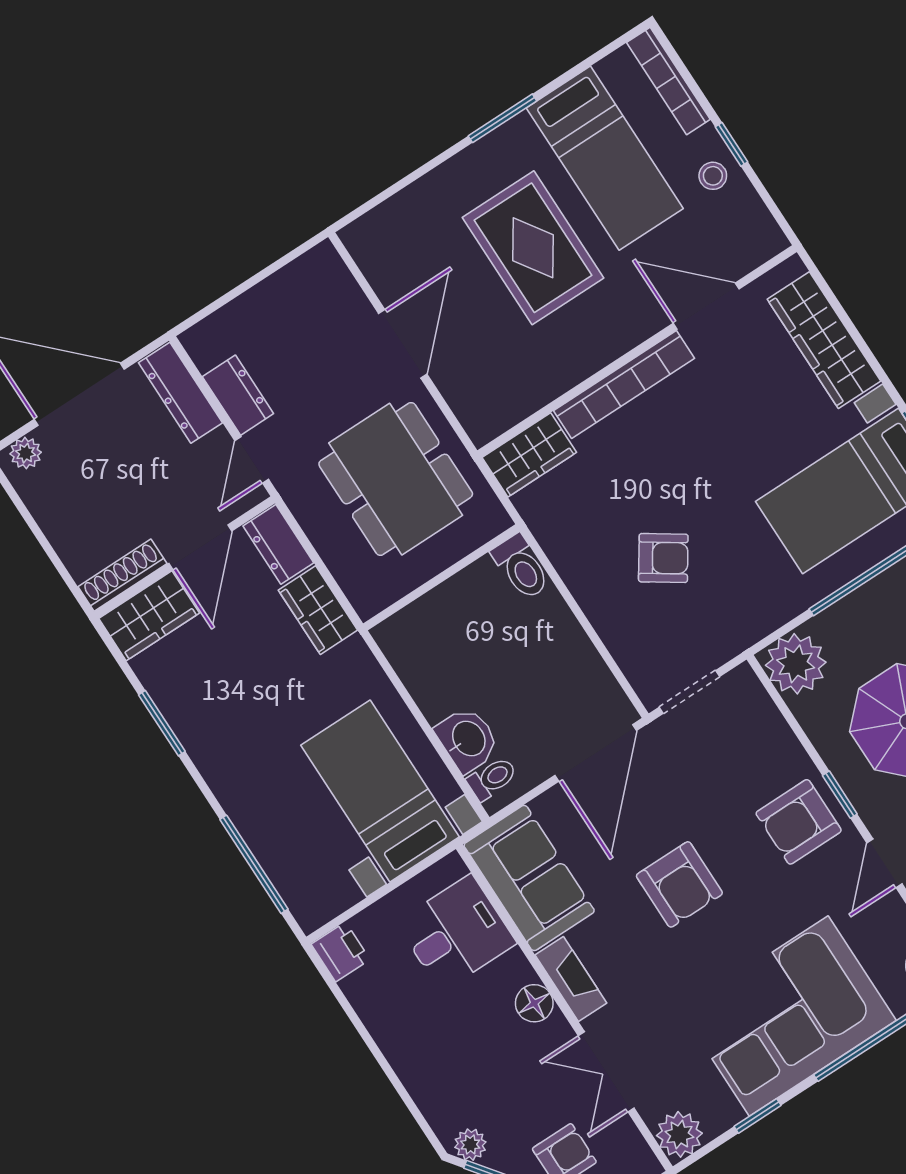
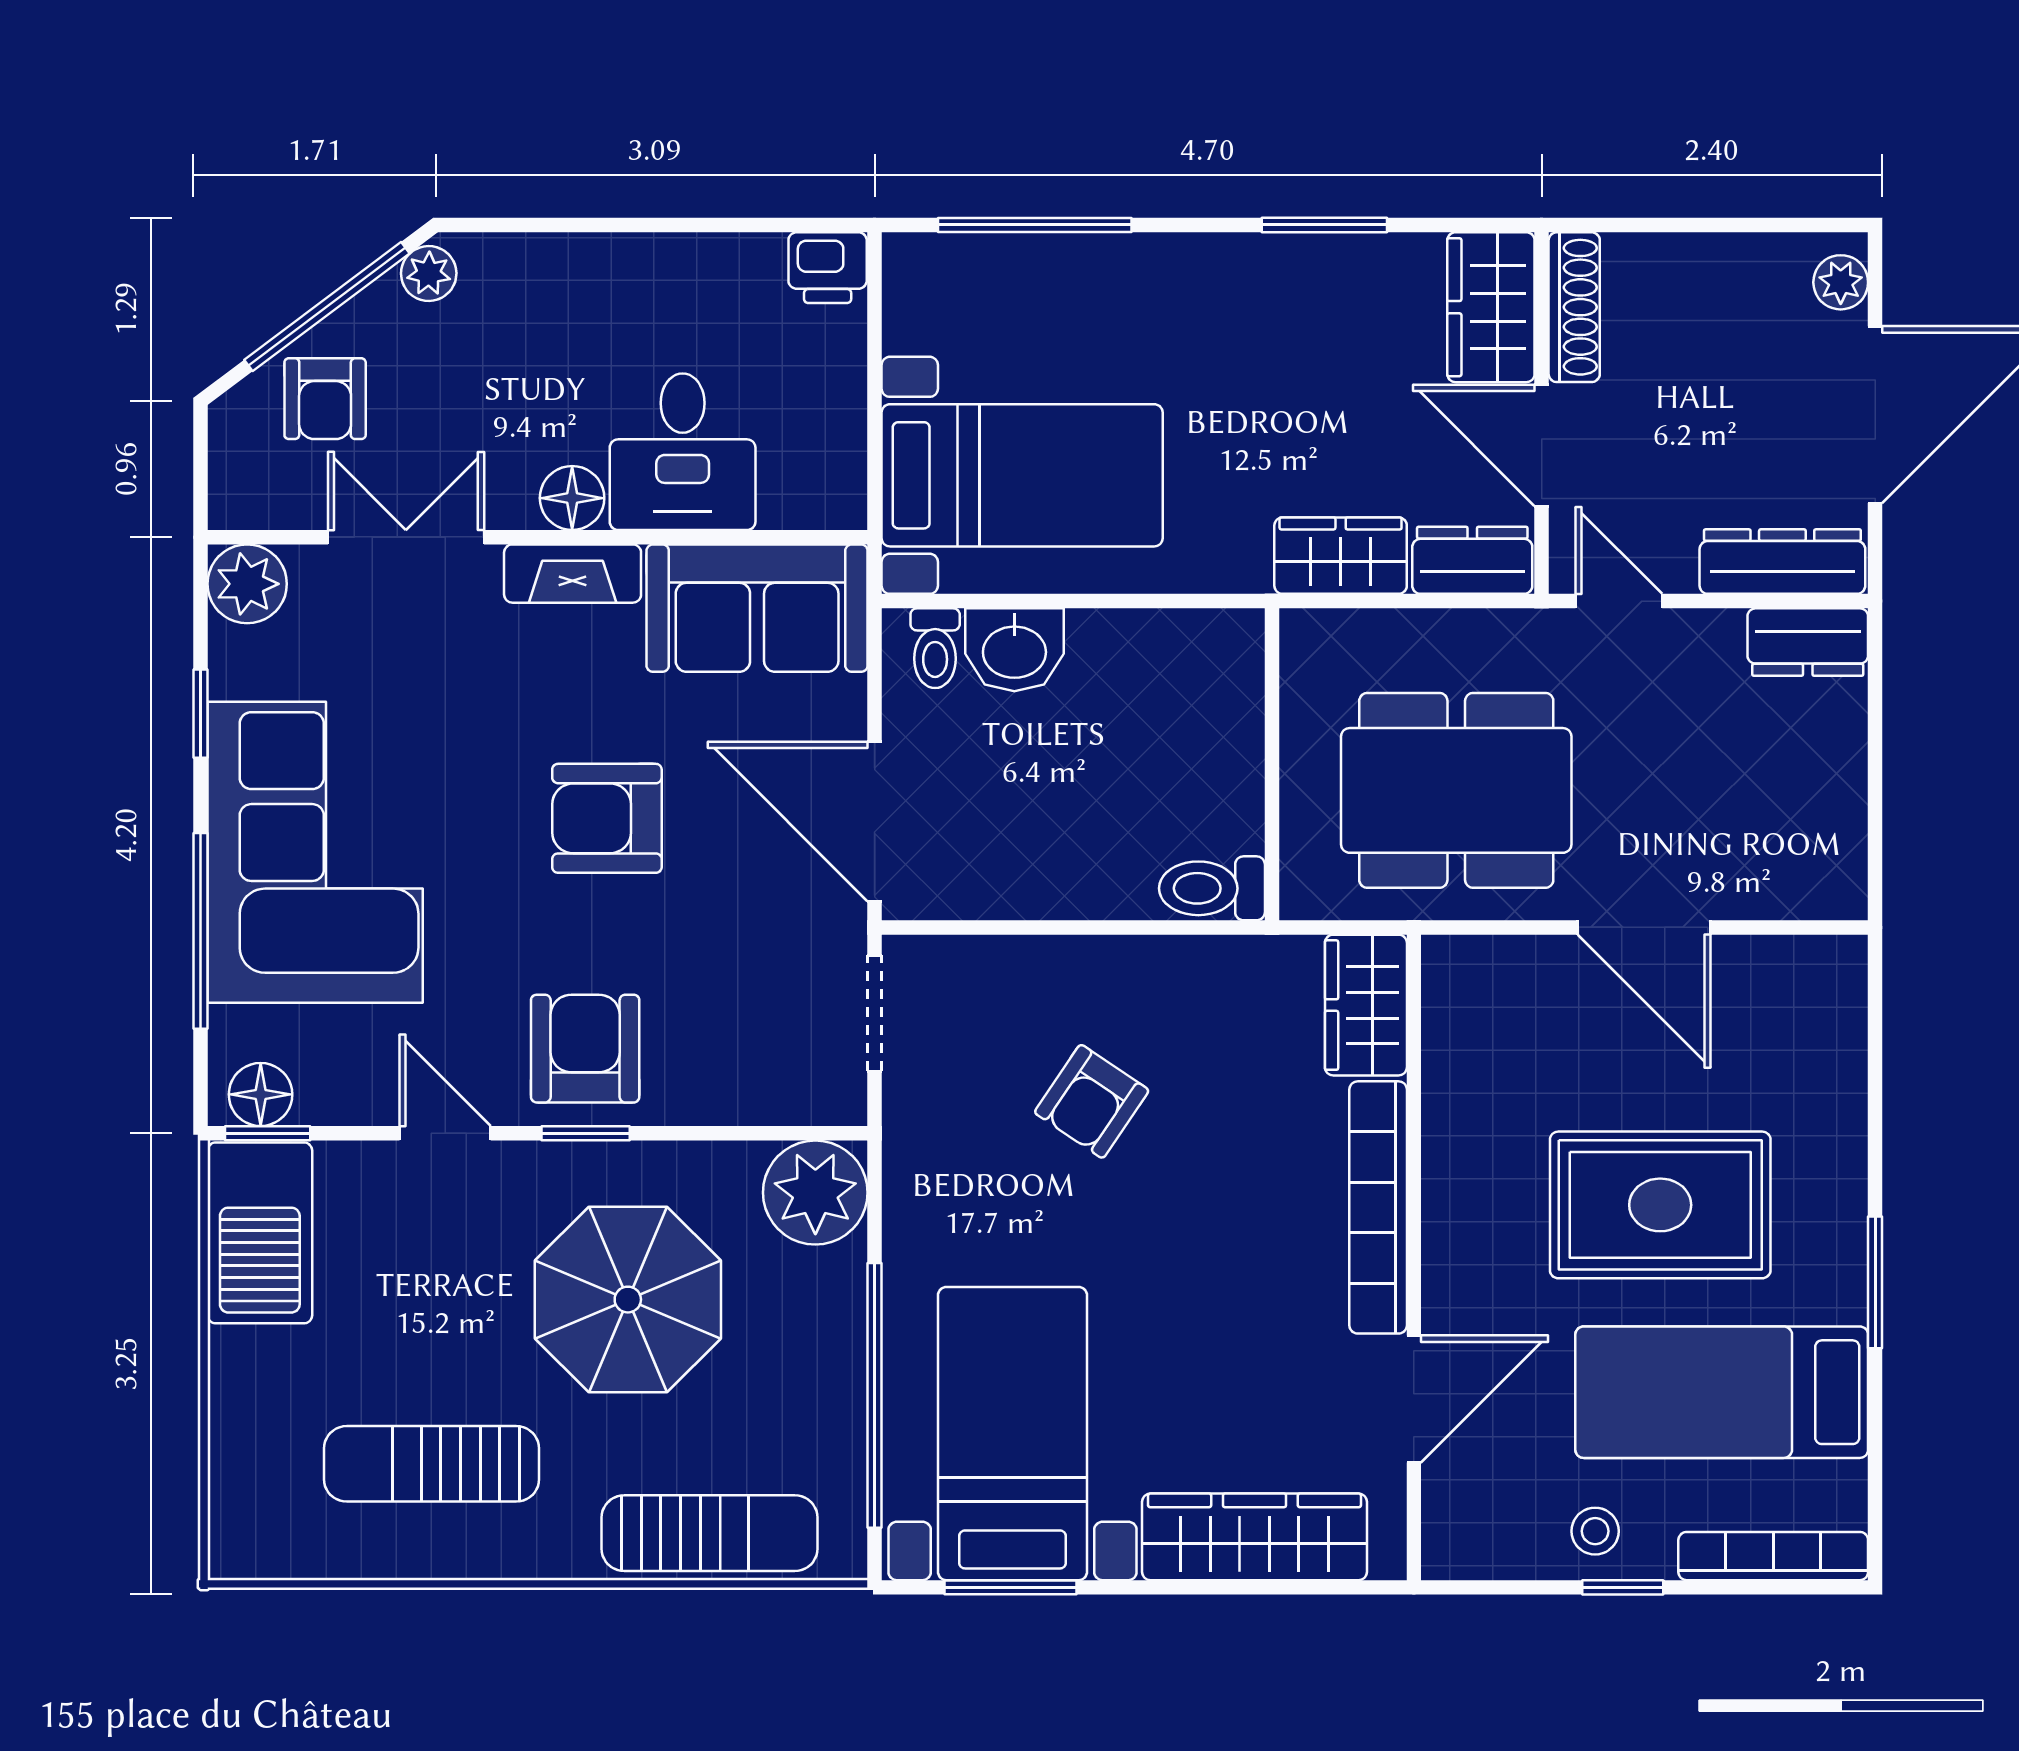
dresser: (238, 395) -> (1808, 642), moved
desk: (456, 933) -> (683, 452), moved

